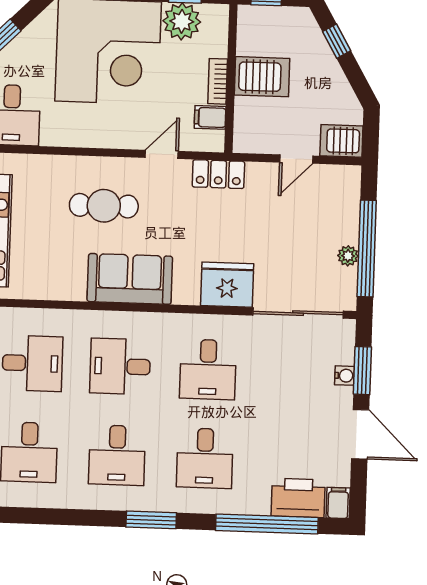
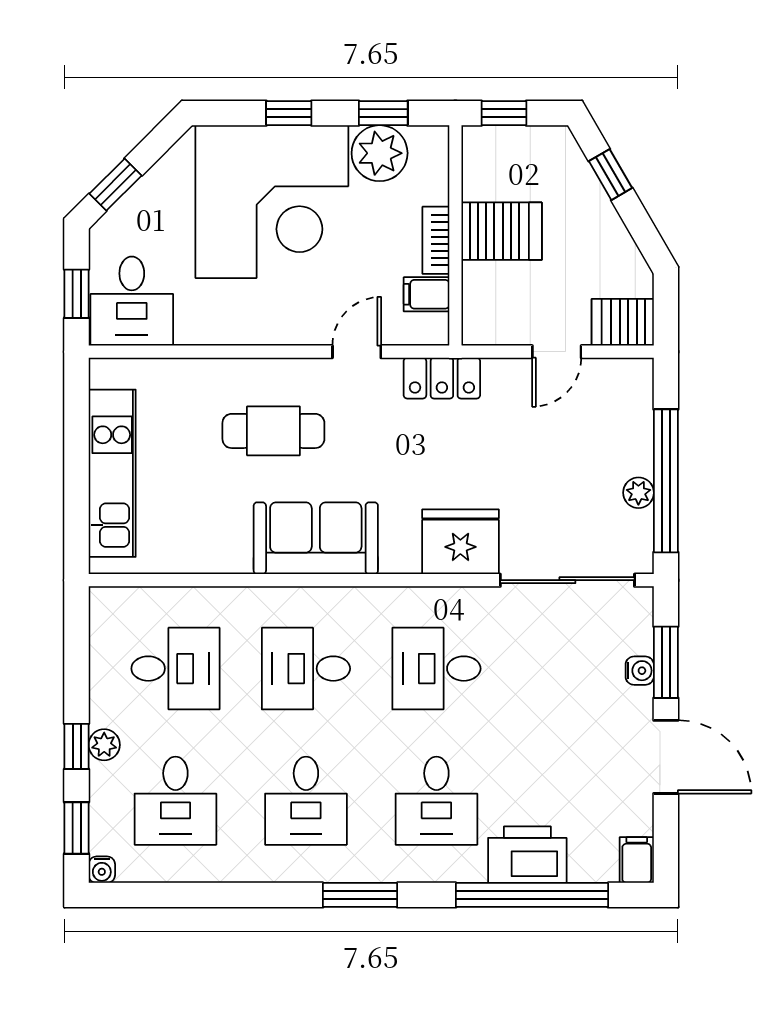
desk: (208, 369) -> (436, 669), turned 90
printer: (298, 498) -> (527, 855), moved

